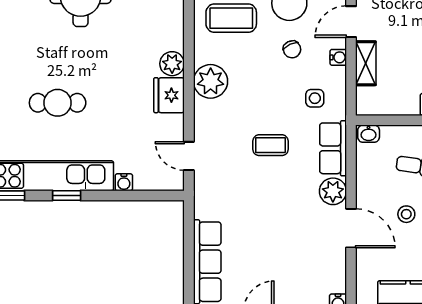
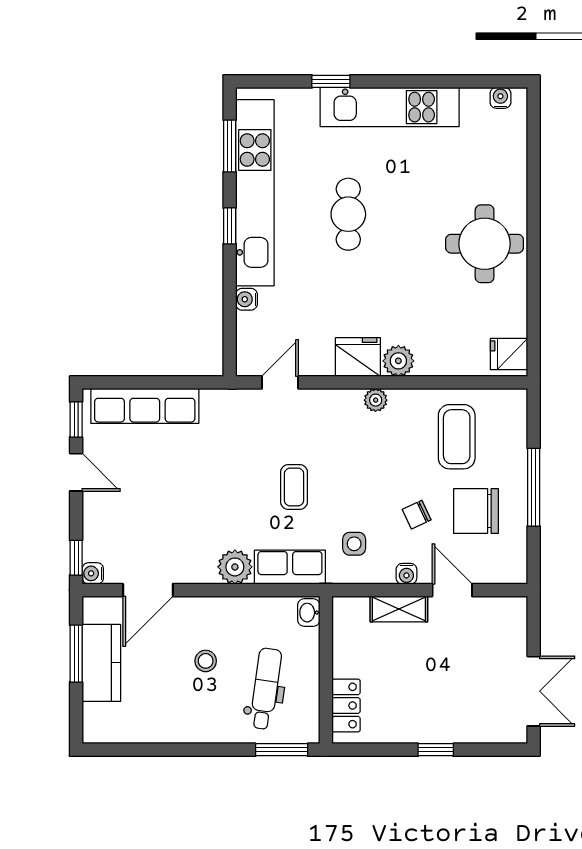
plant: (211, 81) -> (376, 400), width x0.53, depth x0.53
door: (351, 228) -> (148, 590), moved

